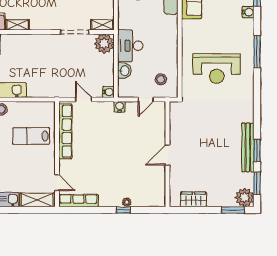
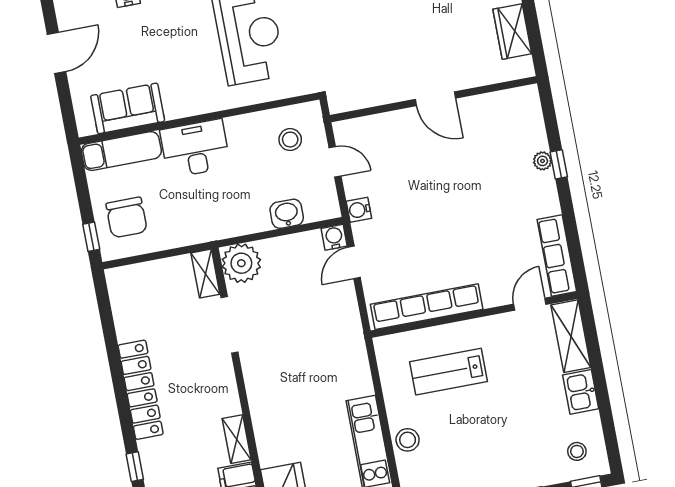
desk: (130, 46) -> (195, 148), moved, turned 180
door: (83, 99) -> (354, 262), moved
lab bench: (31, 136) -> (449, 372), turned 90

